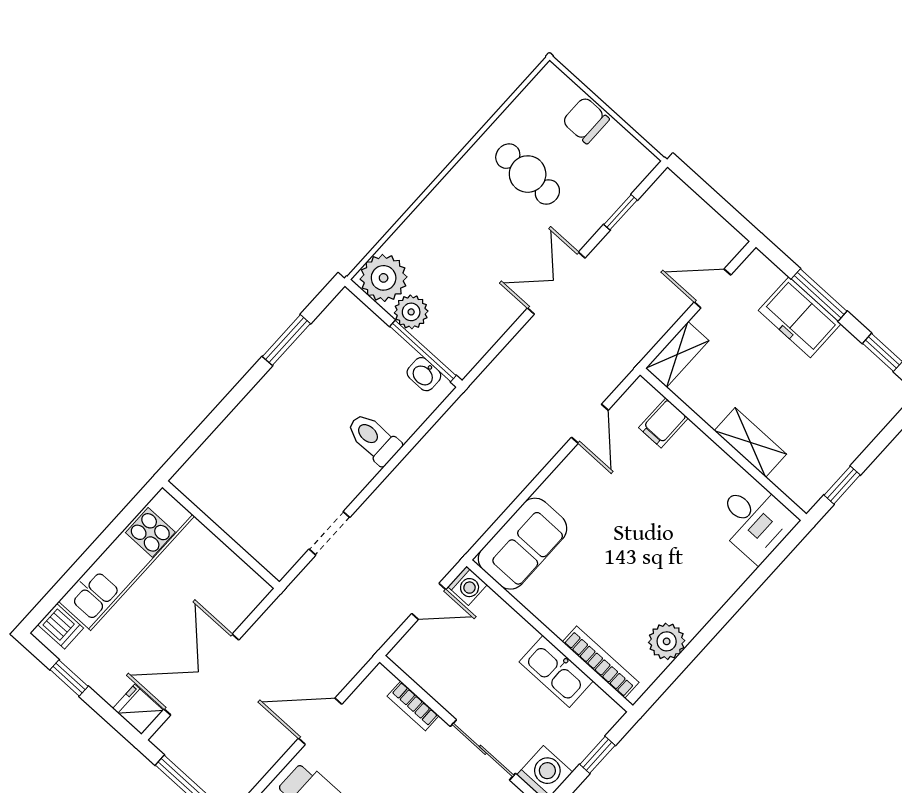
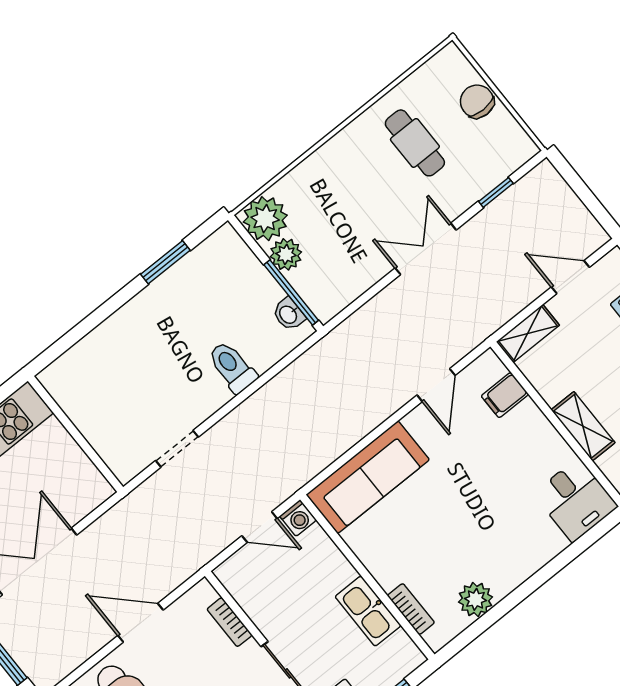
sofa: (523, 544) -> (368, 477), width x1.36
bookcase: (601, 662) -> (411, 609), width x0.64

